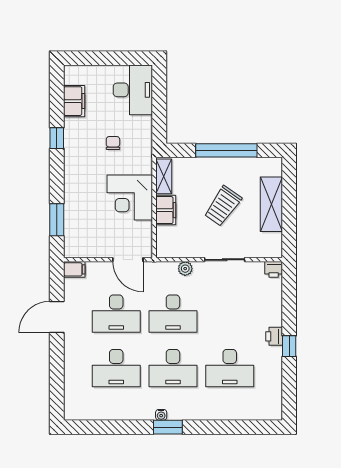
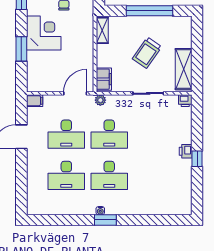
corner desk: (130, 197) -> (44, 33), moved, turned 180
shelving: (271, 204) -> (184, 69), moved
filing cabinet: (166, 210) -> (104, 79), moved
window: (57, 220) -> (21, 49), moved
door: (128, 260) -> (75, 93), swing flipped
plant: (185, 269) -> (100, 100), moved
desk: (230, 368) -> (152, 175), removed

